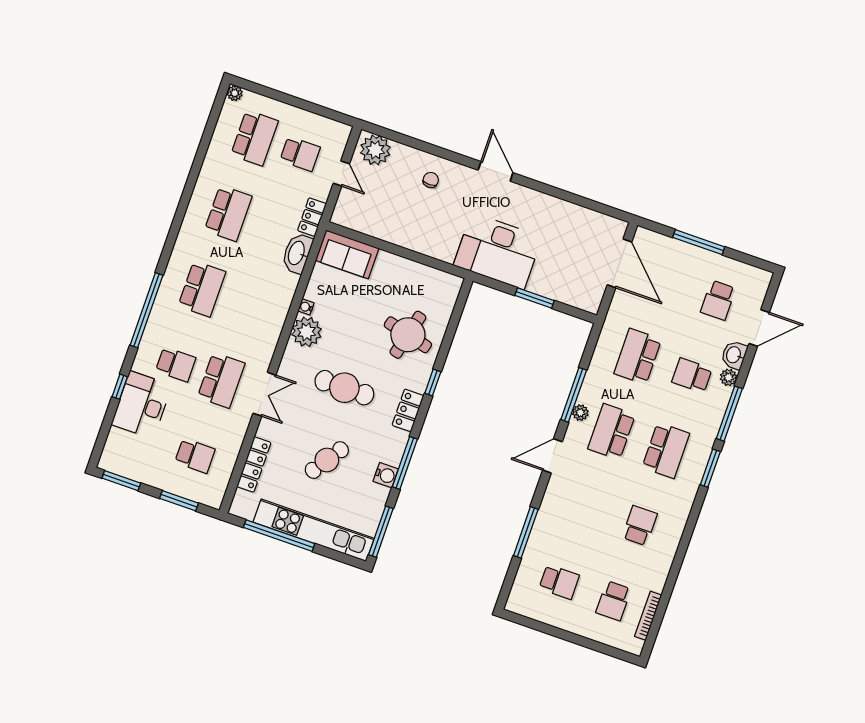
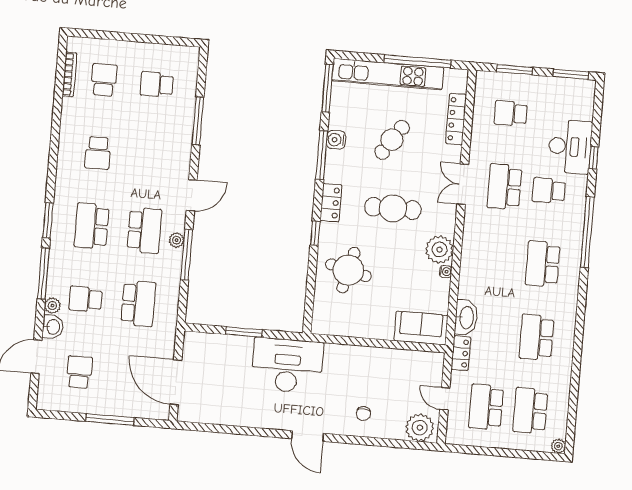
school desk: (300, 154) -> (486, 407), width x1.85
school desk: (692, 375) -> (86, 299), turned 180

